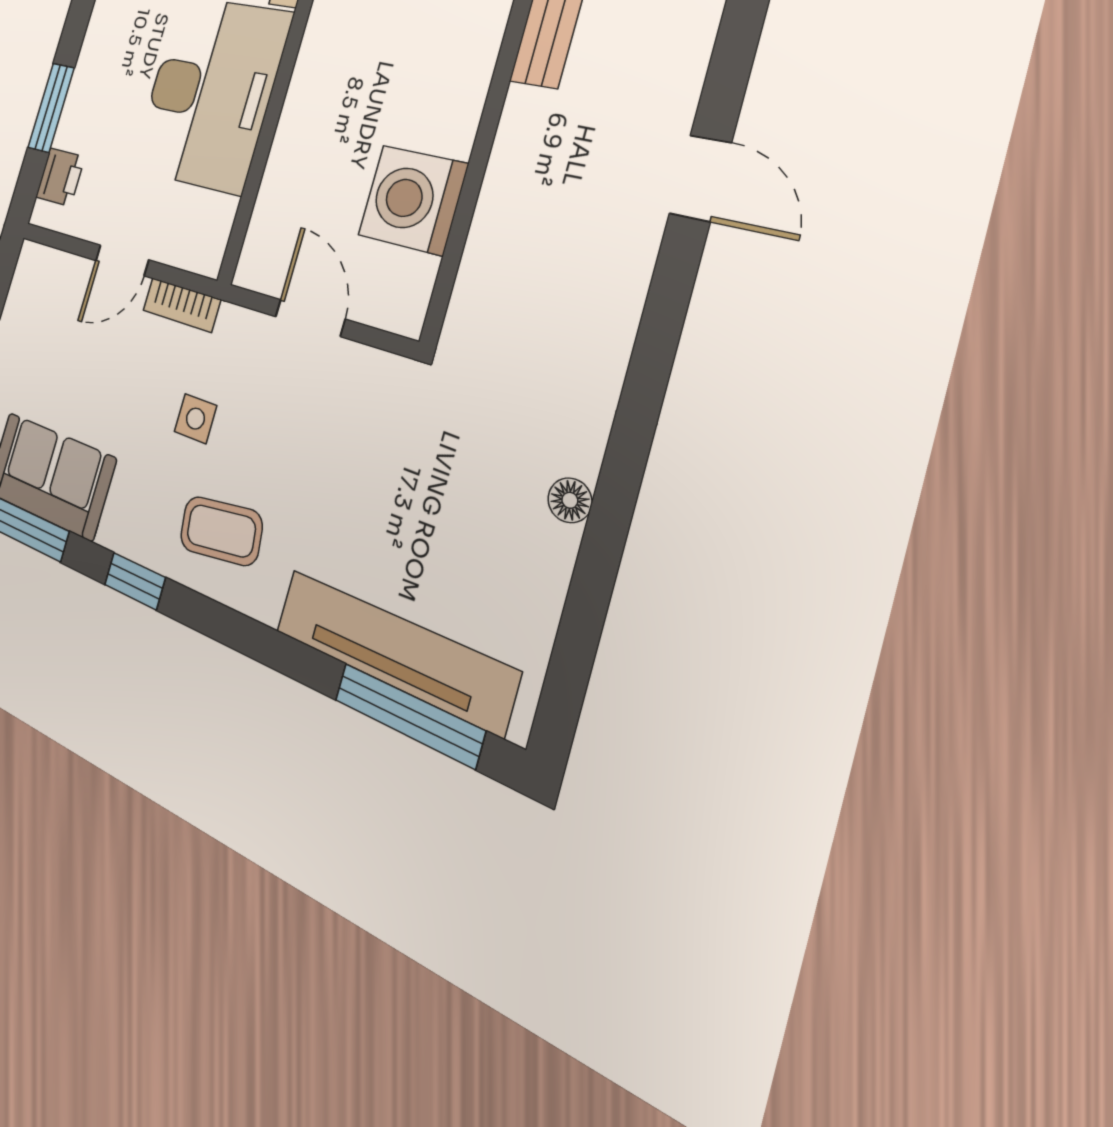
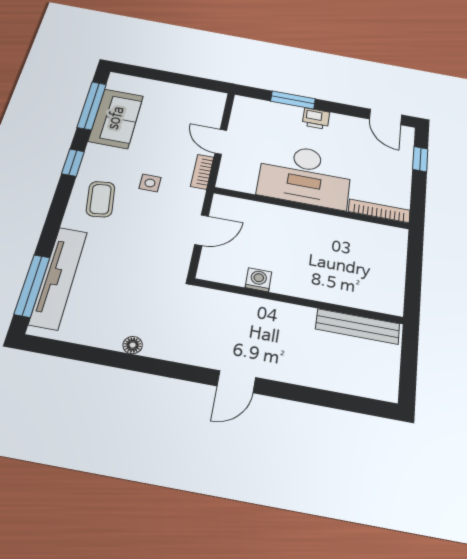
printer: (60, 177) -> (316, 119), moved
door: (700, 178) -> (236, 382), moved
washing machine: (413, 200) -> (258, 280), width x0.53, depth x0.53

